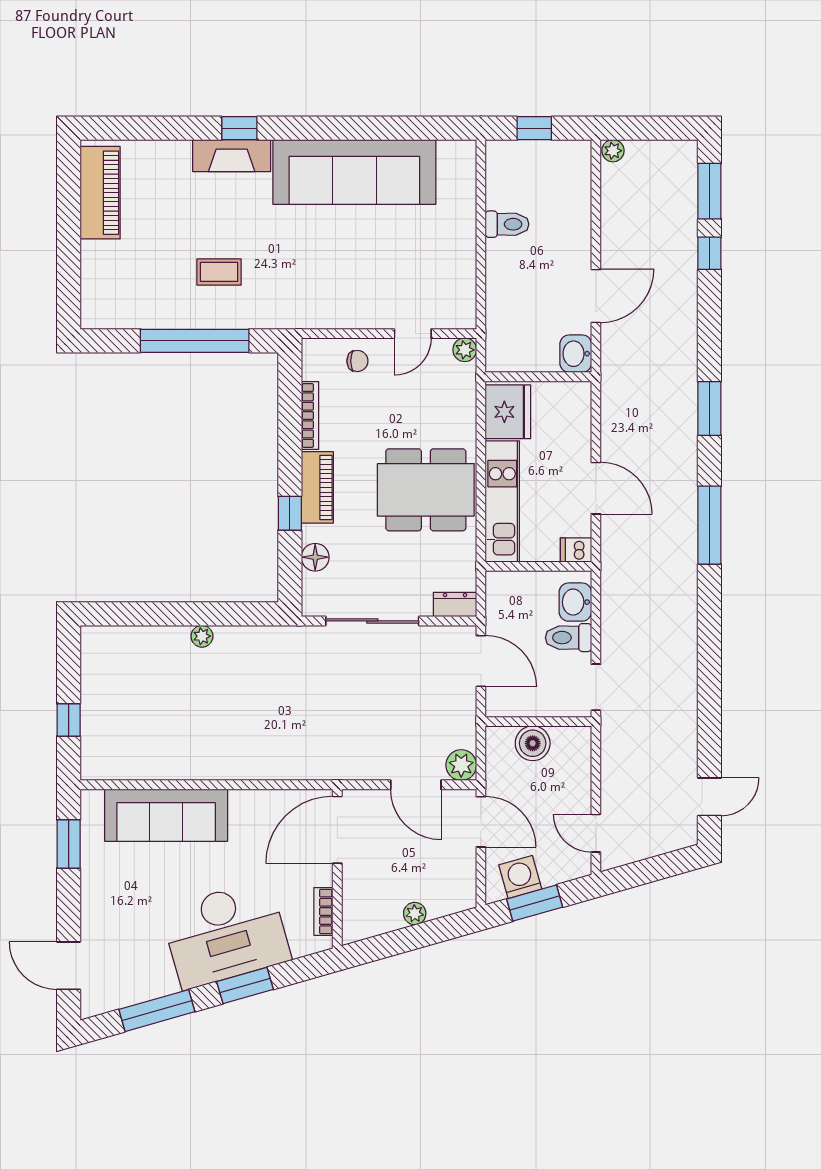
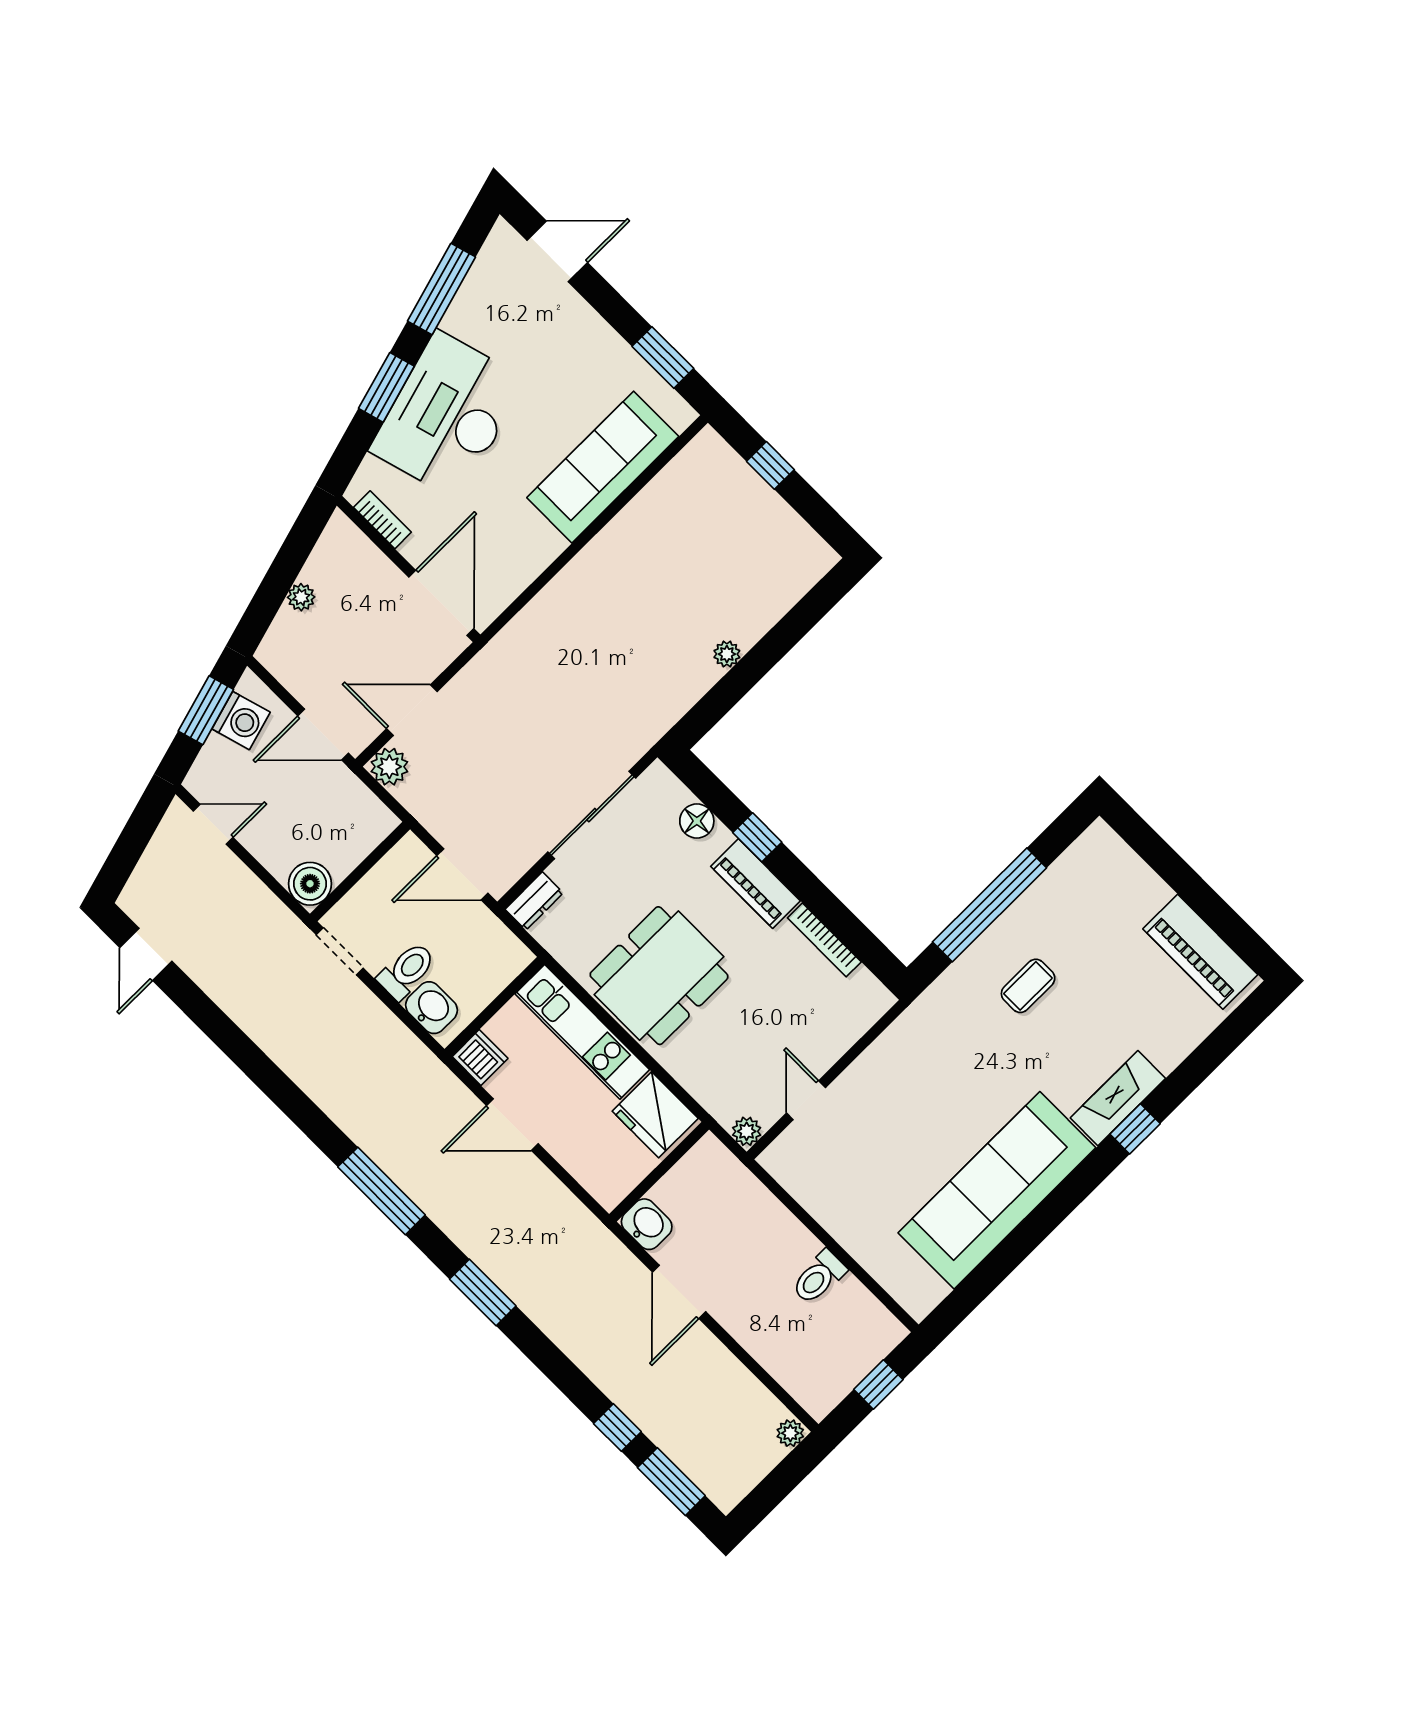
chair: (357, 361) -> (830, 1028), removed
dishwasher: (576, 550) -> (480, 1057), width x1.38
boiler: (533, 743) -> (310, 884), moved

